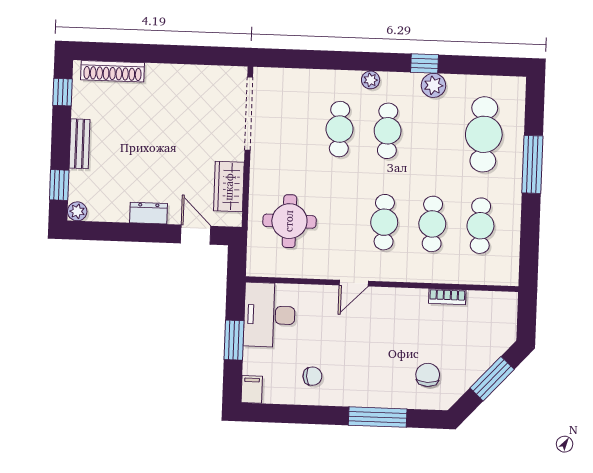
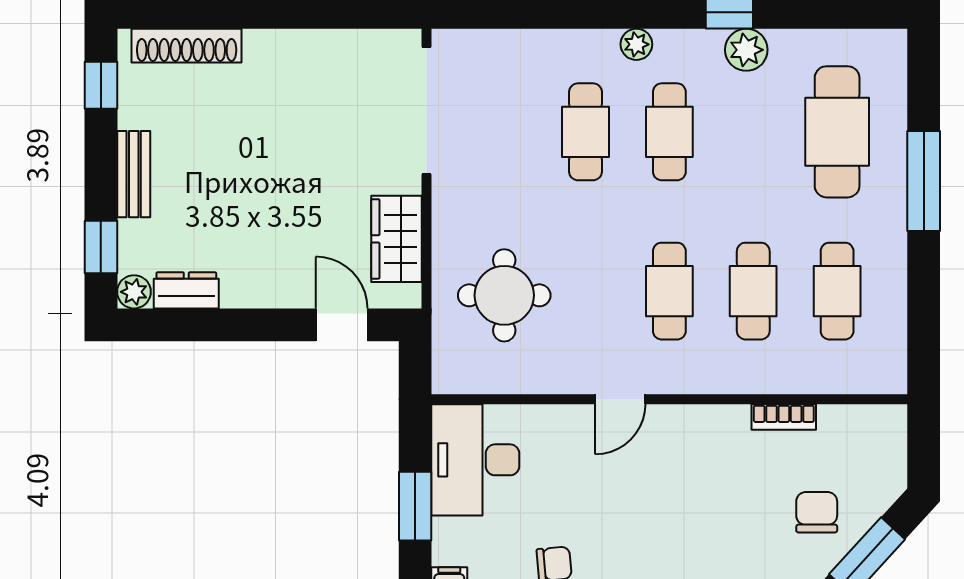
dresser: (149, 213) -> (186, 290), moved
chair: (428, 375) -> (817, 512), moved

